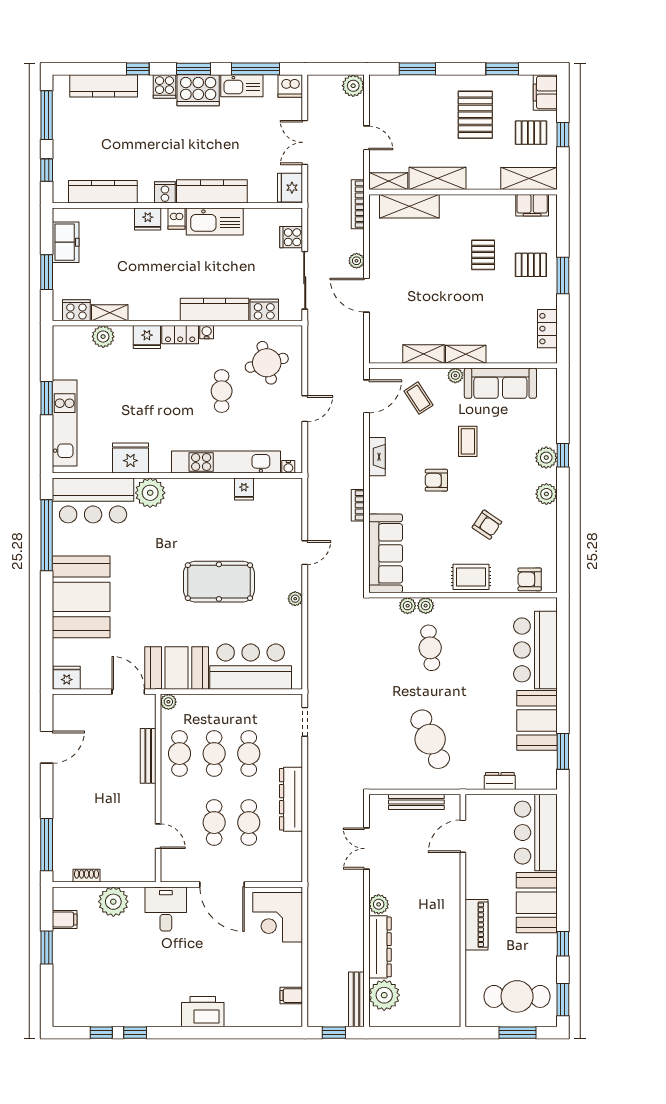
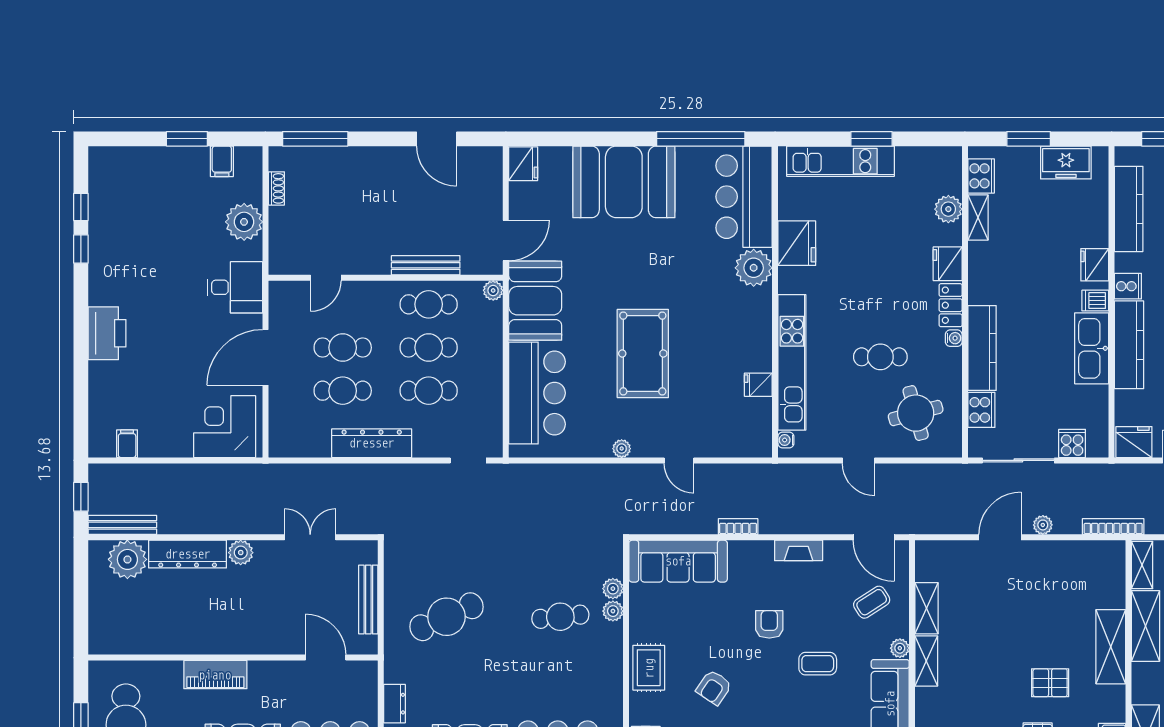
shelving: (409, 206) -> (1111, 647), moved

